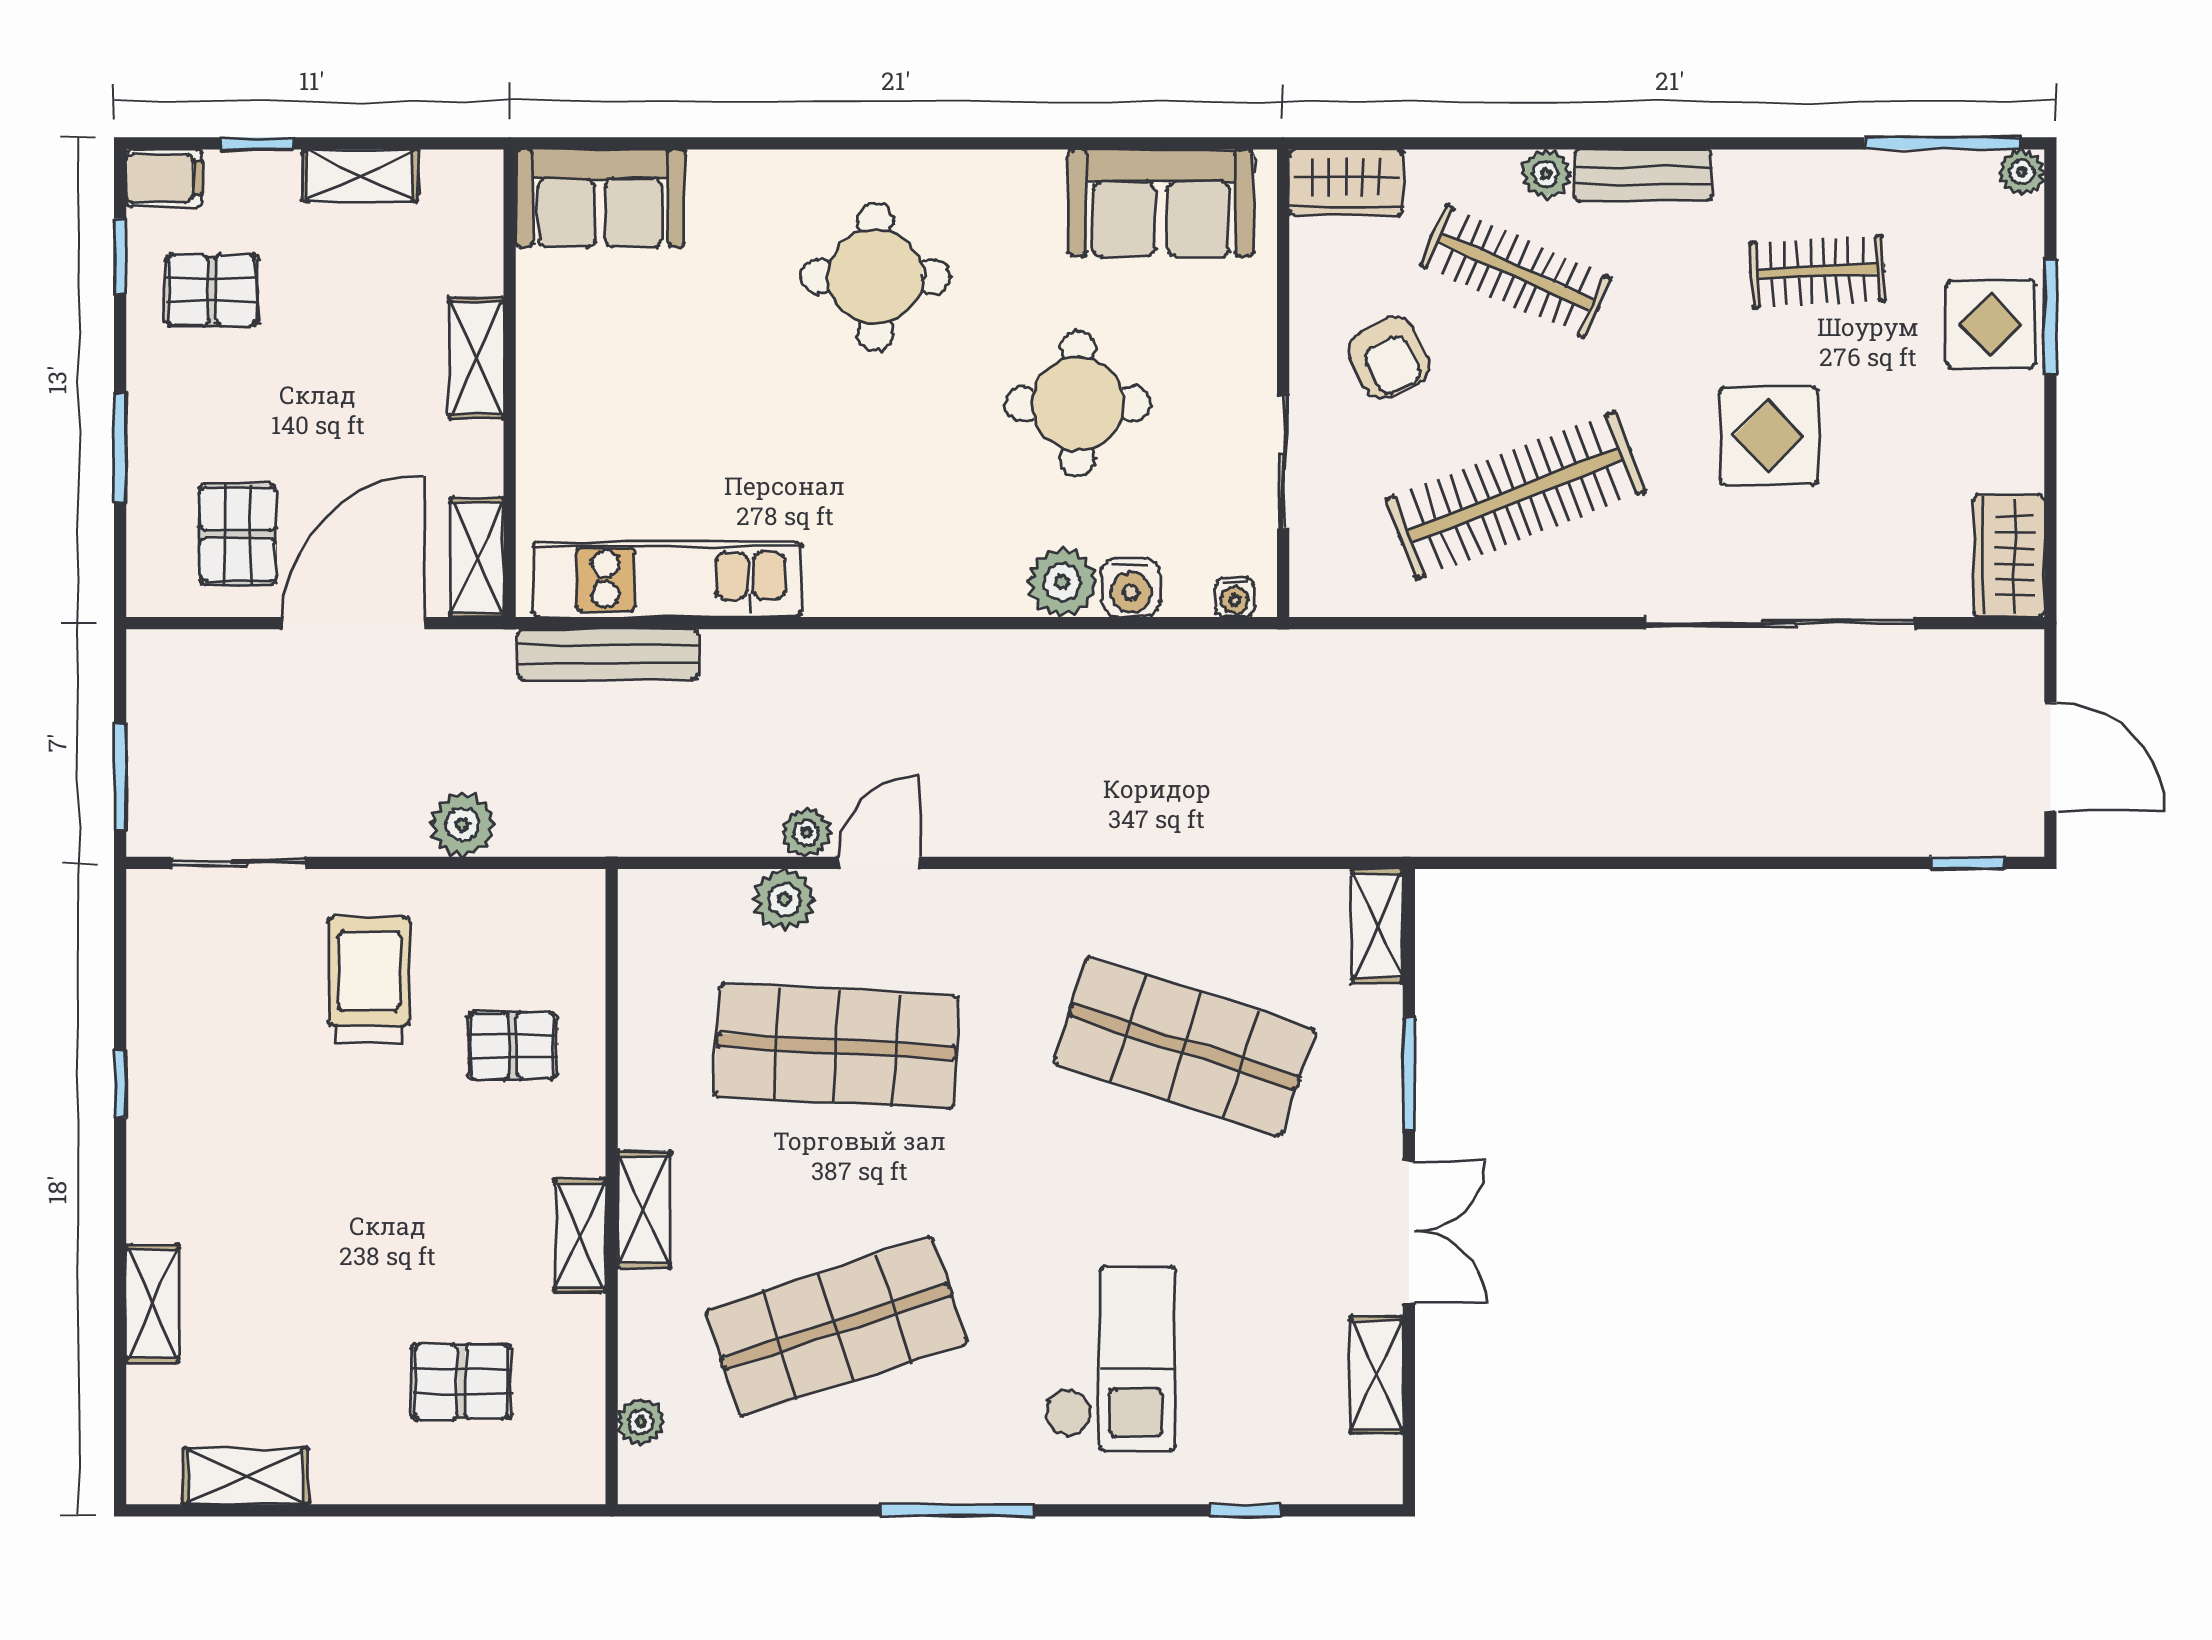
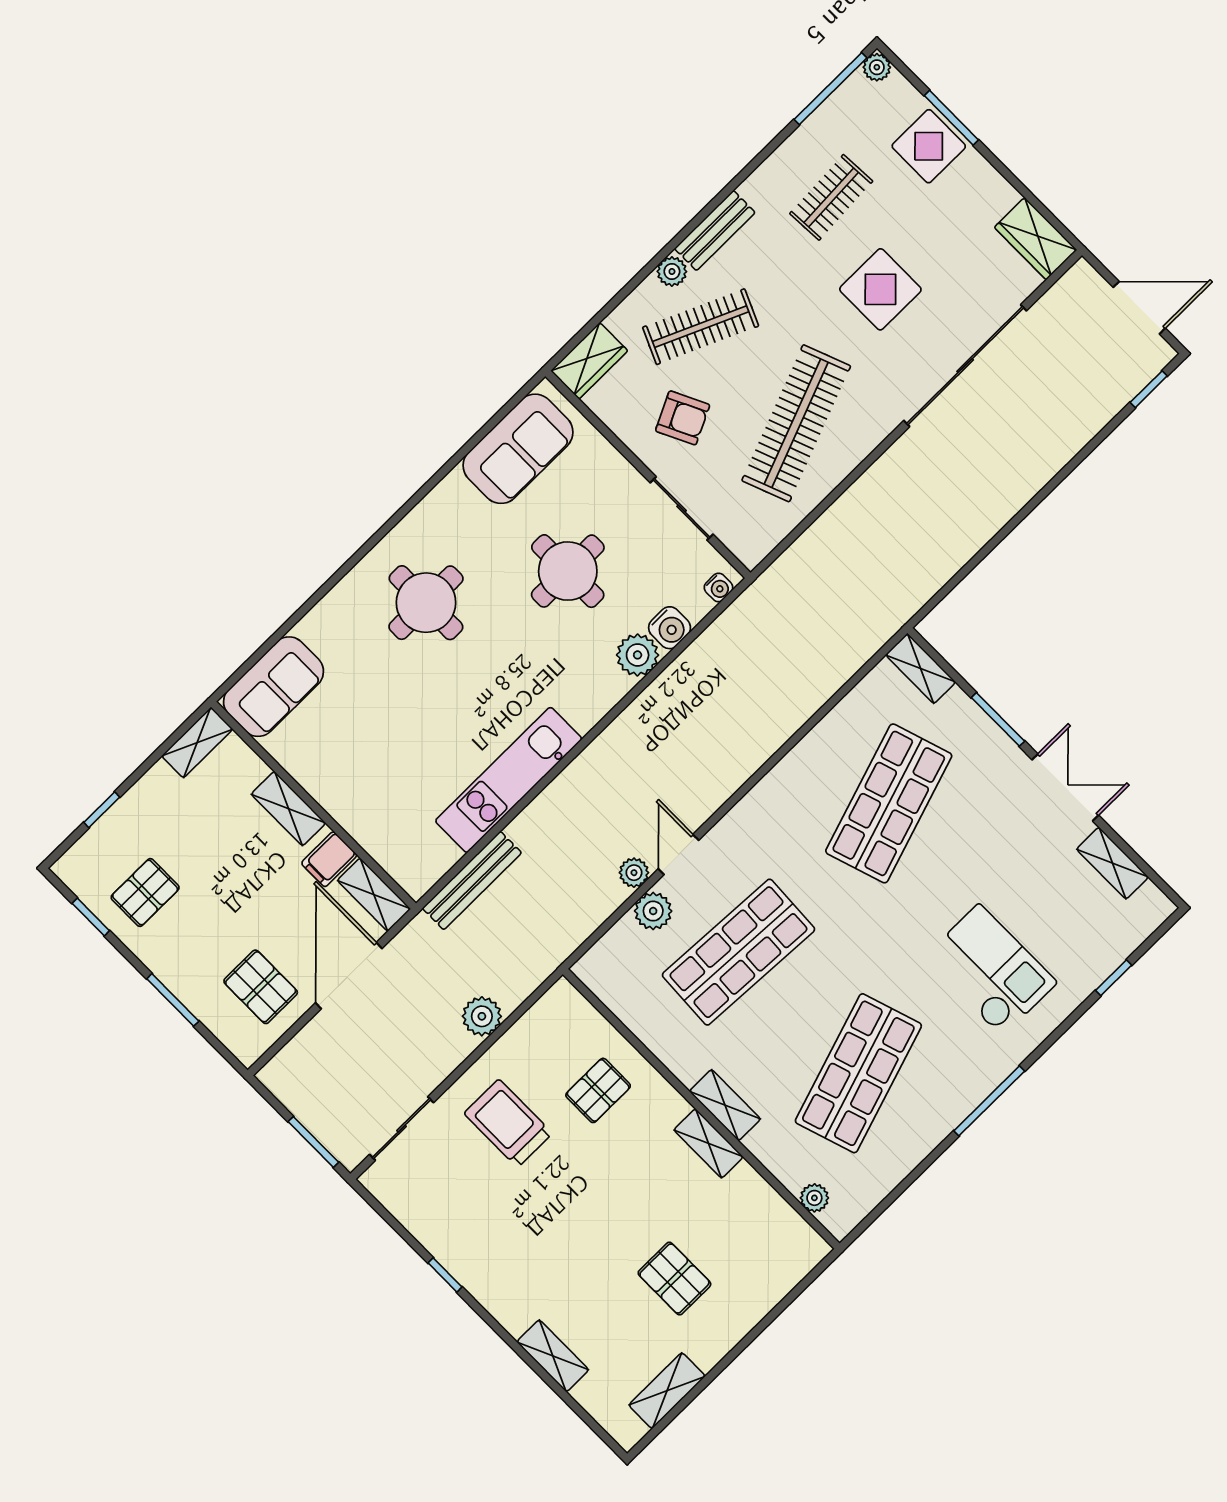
shelving: (360, 175) -> (197, 743), moved
filing cabinet: (164, 178) -> (329, 859), moved, turned 180
kitchen unit: (667, 579) -> (509, 780), moved
shop shelf: (1184, 1046) -> (889, 803), turned -36
pallet: (461, 1382) -> (674, 1279), moved, turned 90

